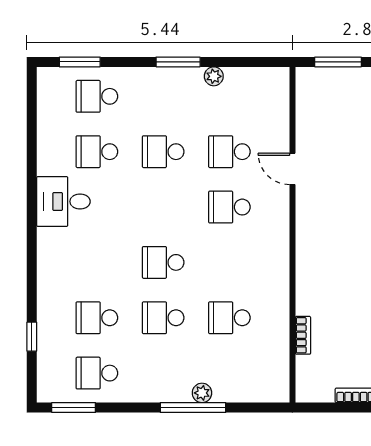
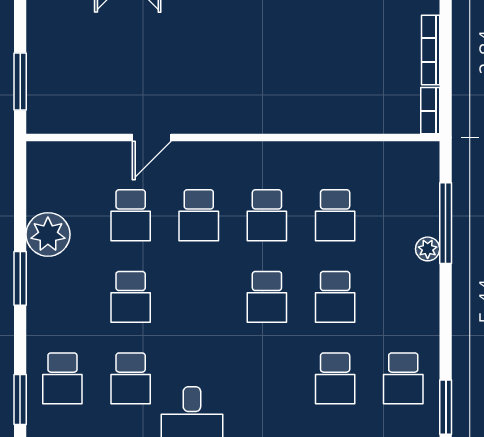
plant: (214, 76) -> (48, 234), width x1.88, depth x1.88
school desk: (229, 262) -> (267, 215), added
bookcase: (303, 335) -> (430, 111), moved, turned -90
window: (193, 407) -> (446, 223), moved

